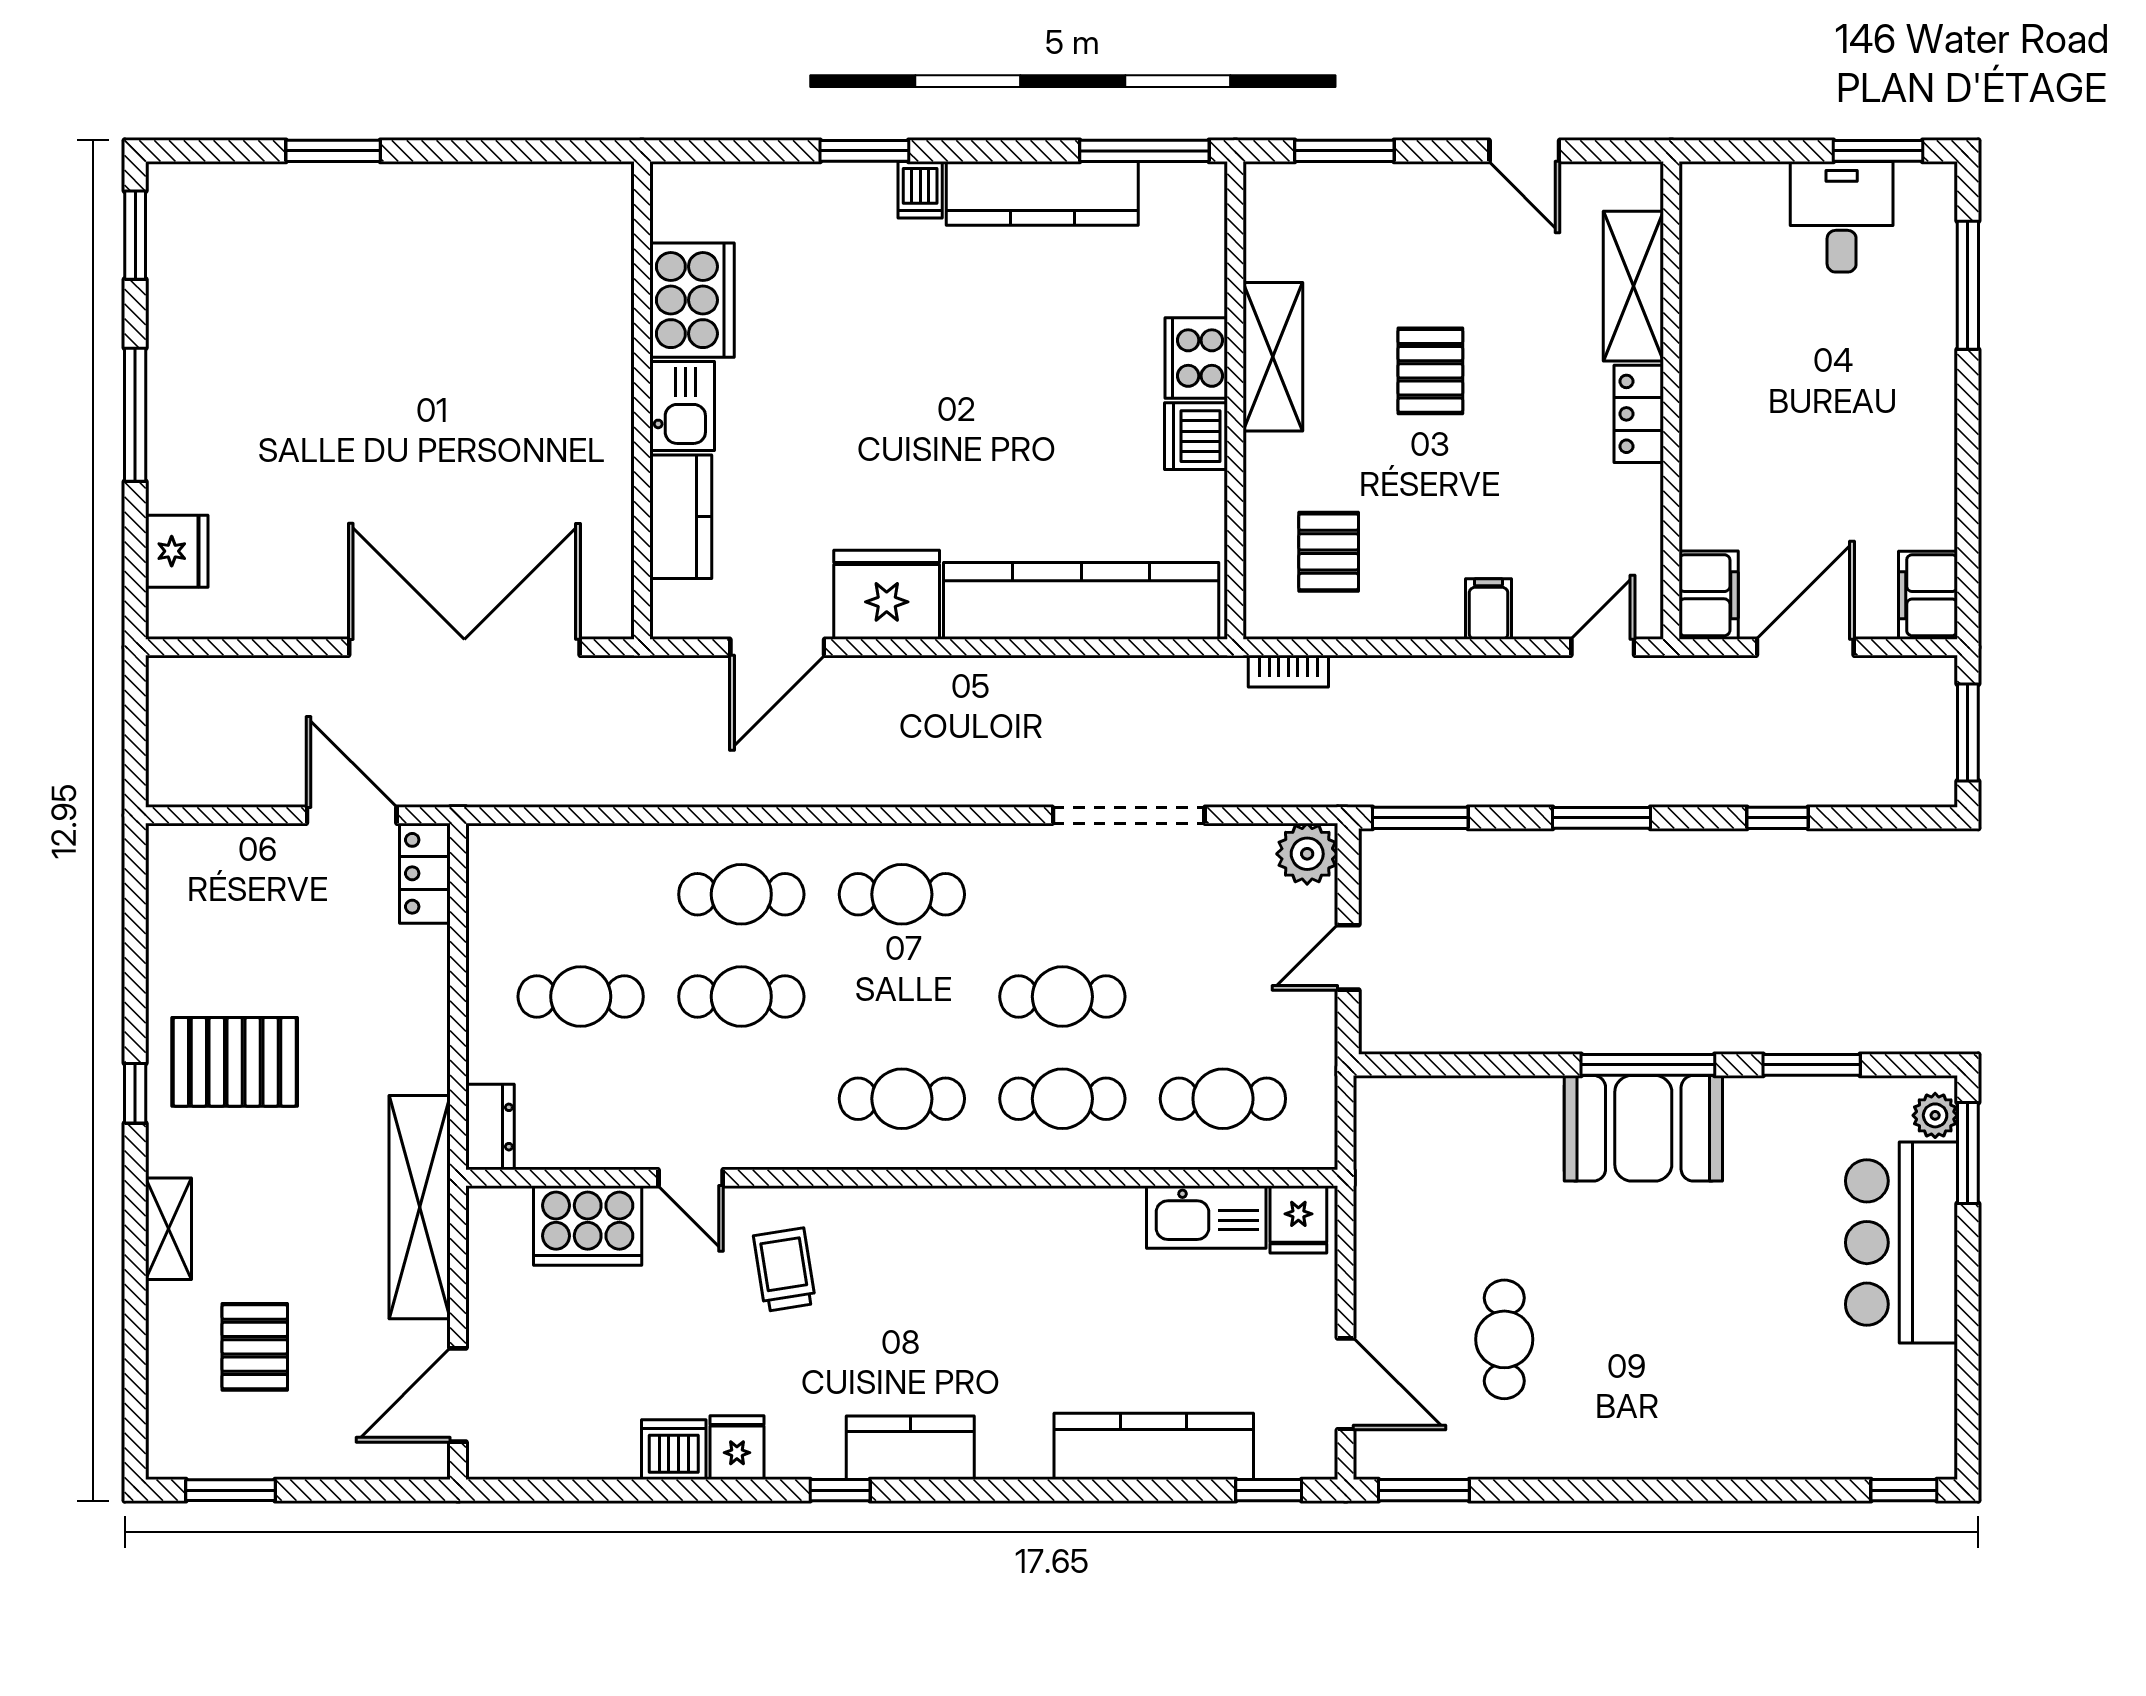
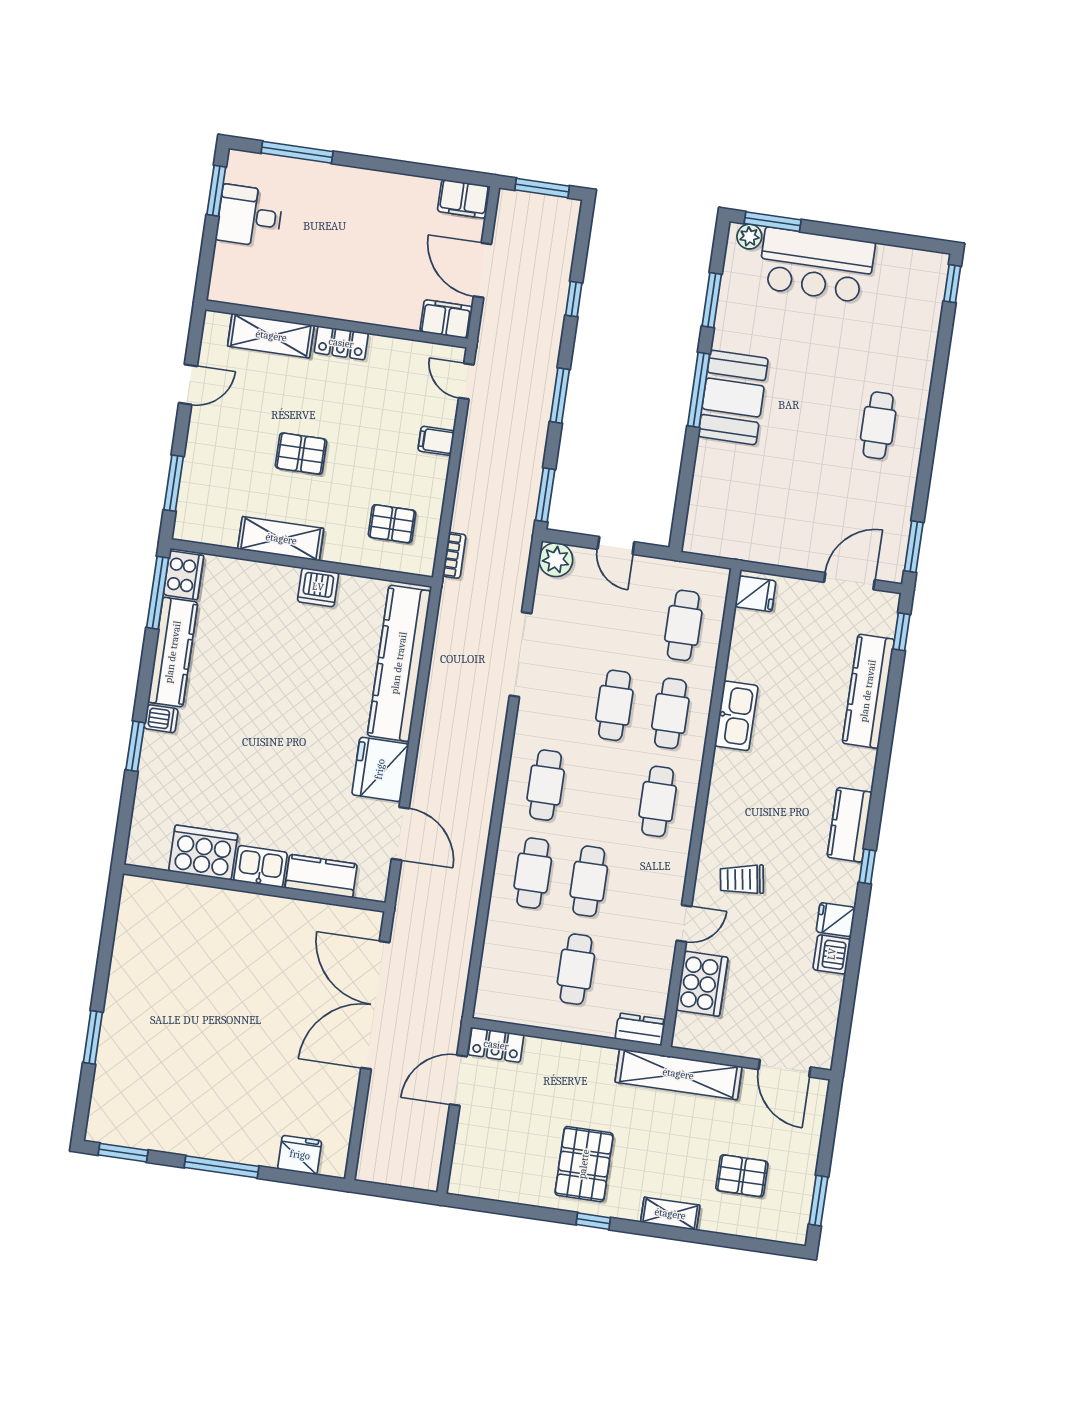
cooker: (1196, 358) -> (184, 575), moved, turned -90
kitchen sink: (1206, 1217) -> (736, 716), moved
cafe table: (1504, 1339) -> (878, 425), moved, turned 90

